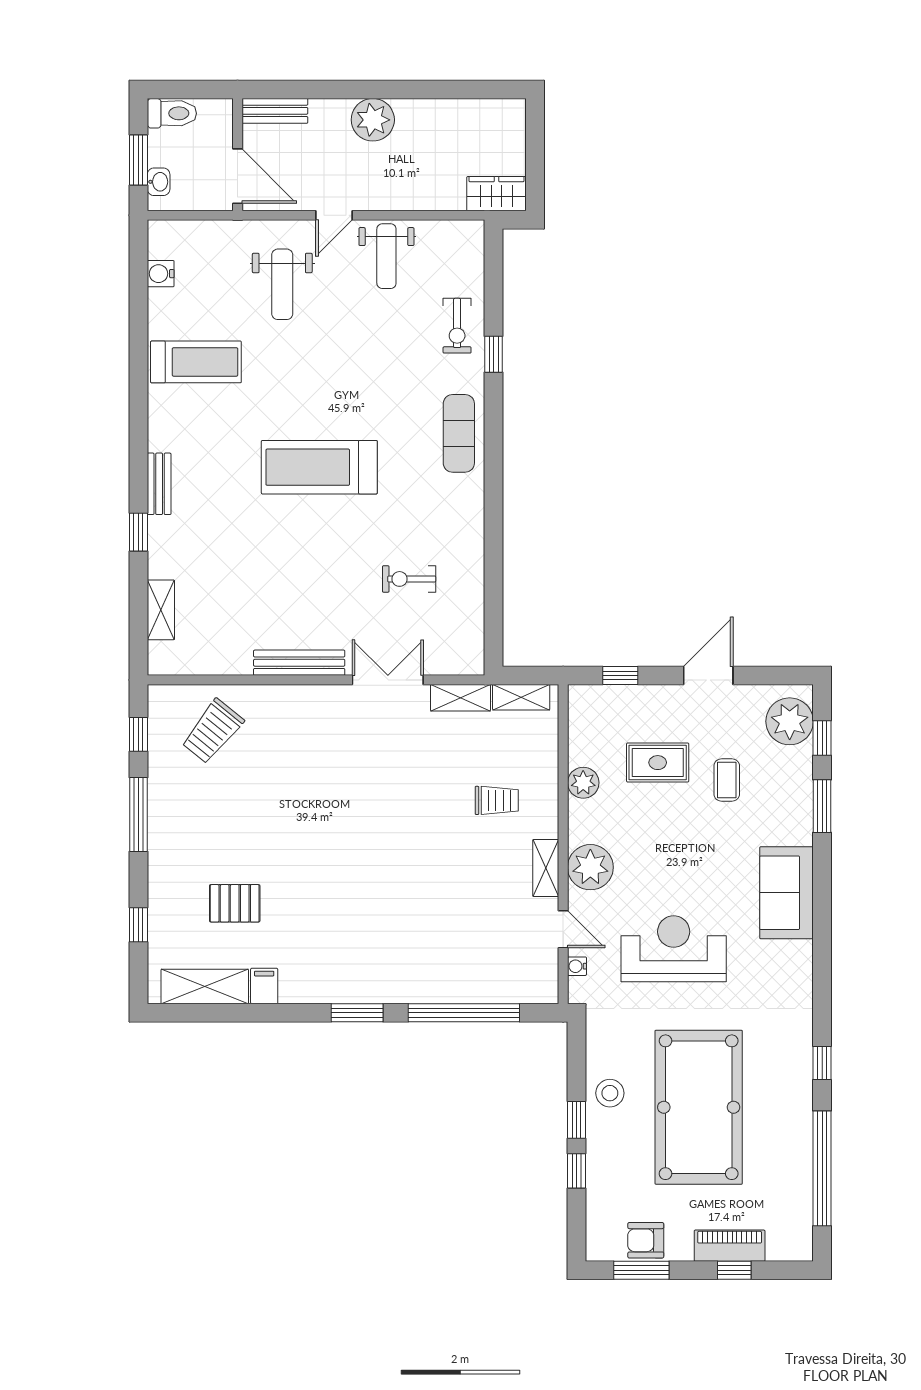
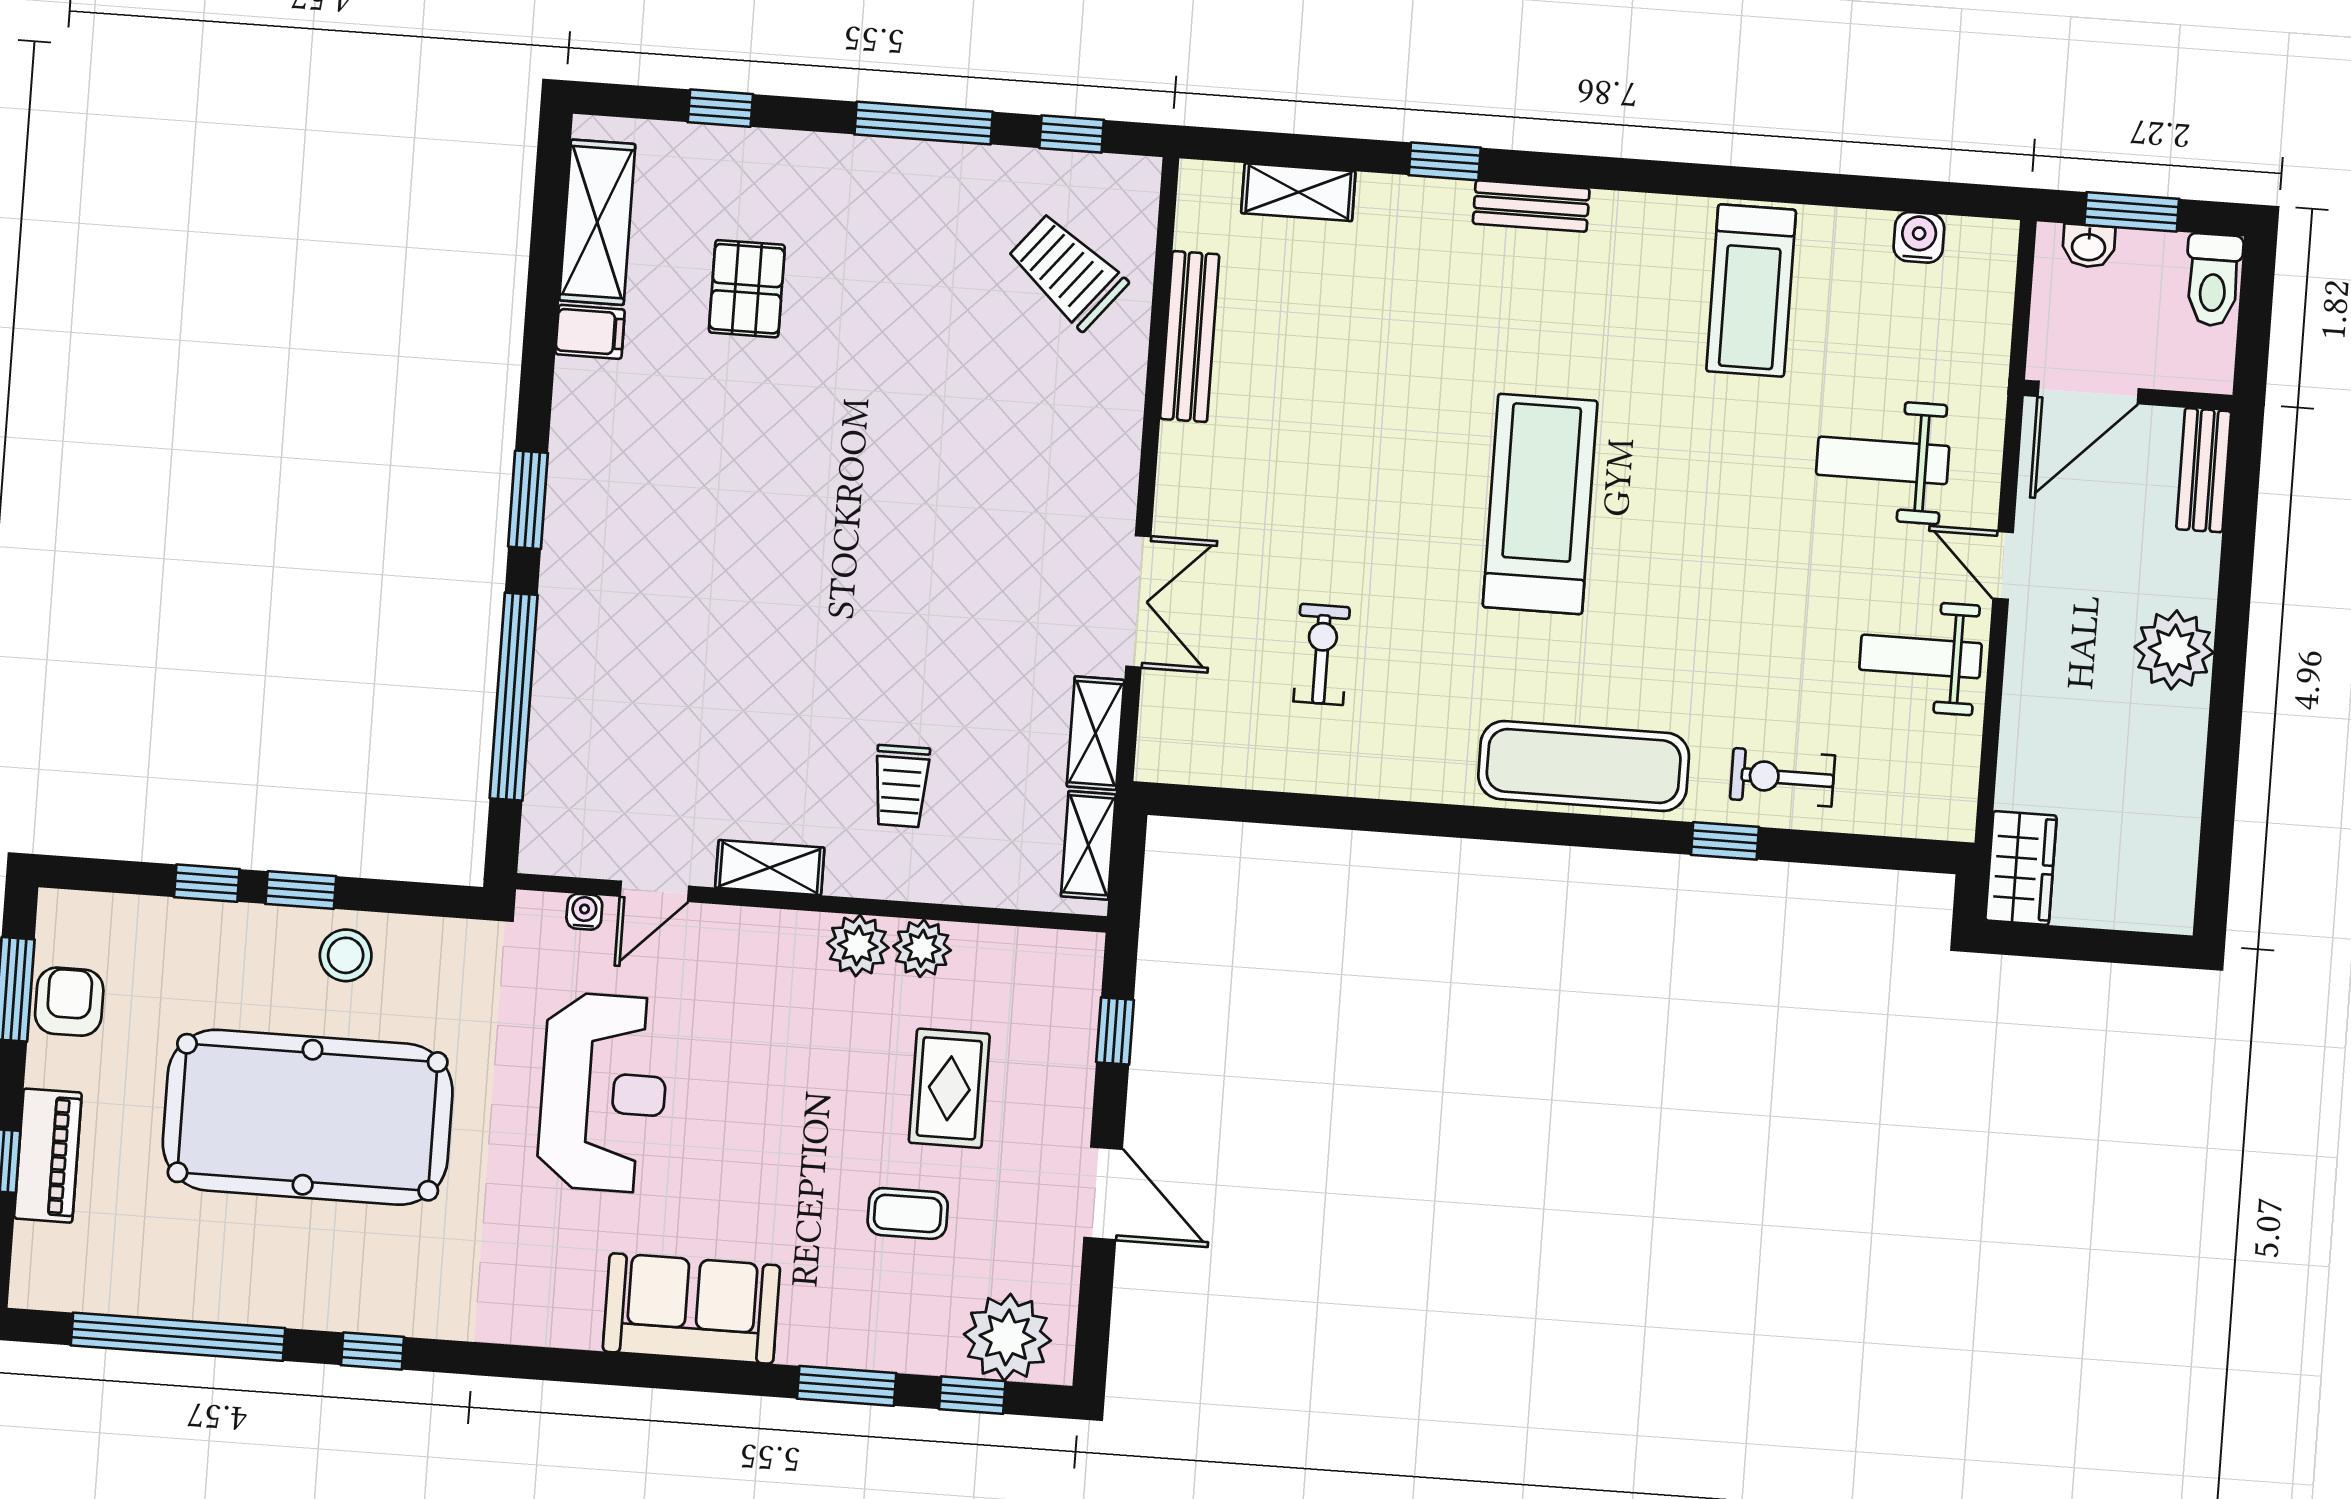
exercise mat: (459, 433) -> (1584, 766), width x1.36, depth x1.45
bench: (299, 663) -> (1190, 337), moved
plant: (590, 867) -> (858, 945), moved, width x0.73, depth x0.73

